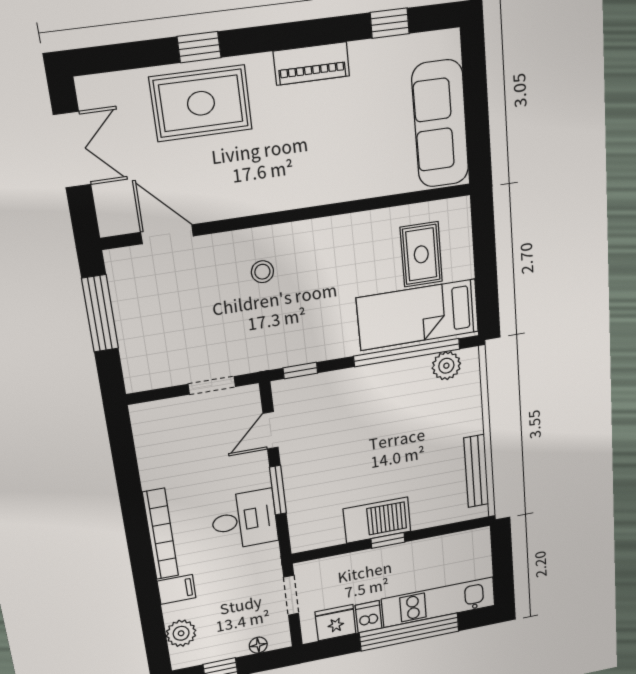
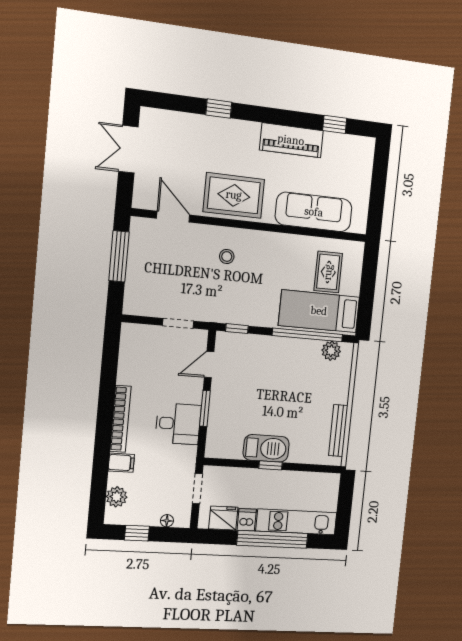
piano: (311, 64) -> (291, 140), width x1.37, depth x1.33
rug: (201, 103) -> (234, 195), moved
sofa: (440, 124) -> (314, 212), moved, turned 90
double door: (72, 150) -> (128, 149), swing flipped

